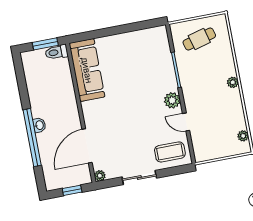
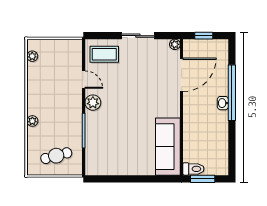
plant: (233, 82) -> (32, 121), moved

